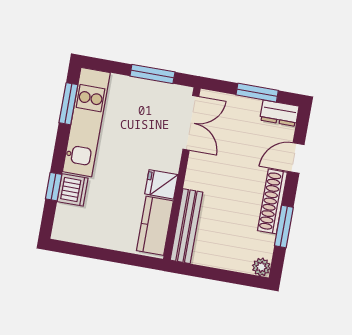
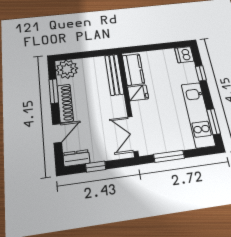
window: (257, 93) -> (96, 167), width x0.67
dishwasher: (73, 190) -> (184, 55), moved
plant: (261, 267) -> (67, 69), width x1.87, depth x1.87

